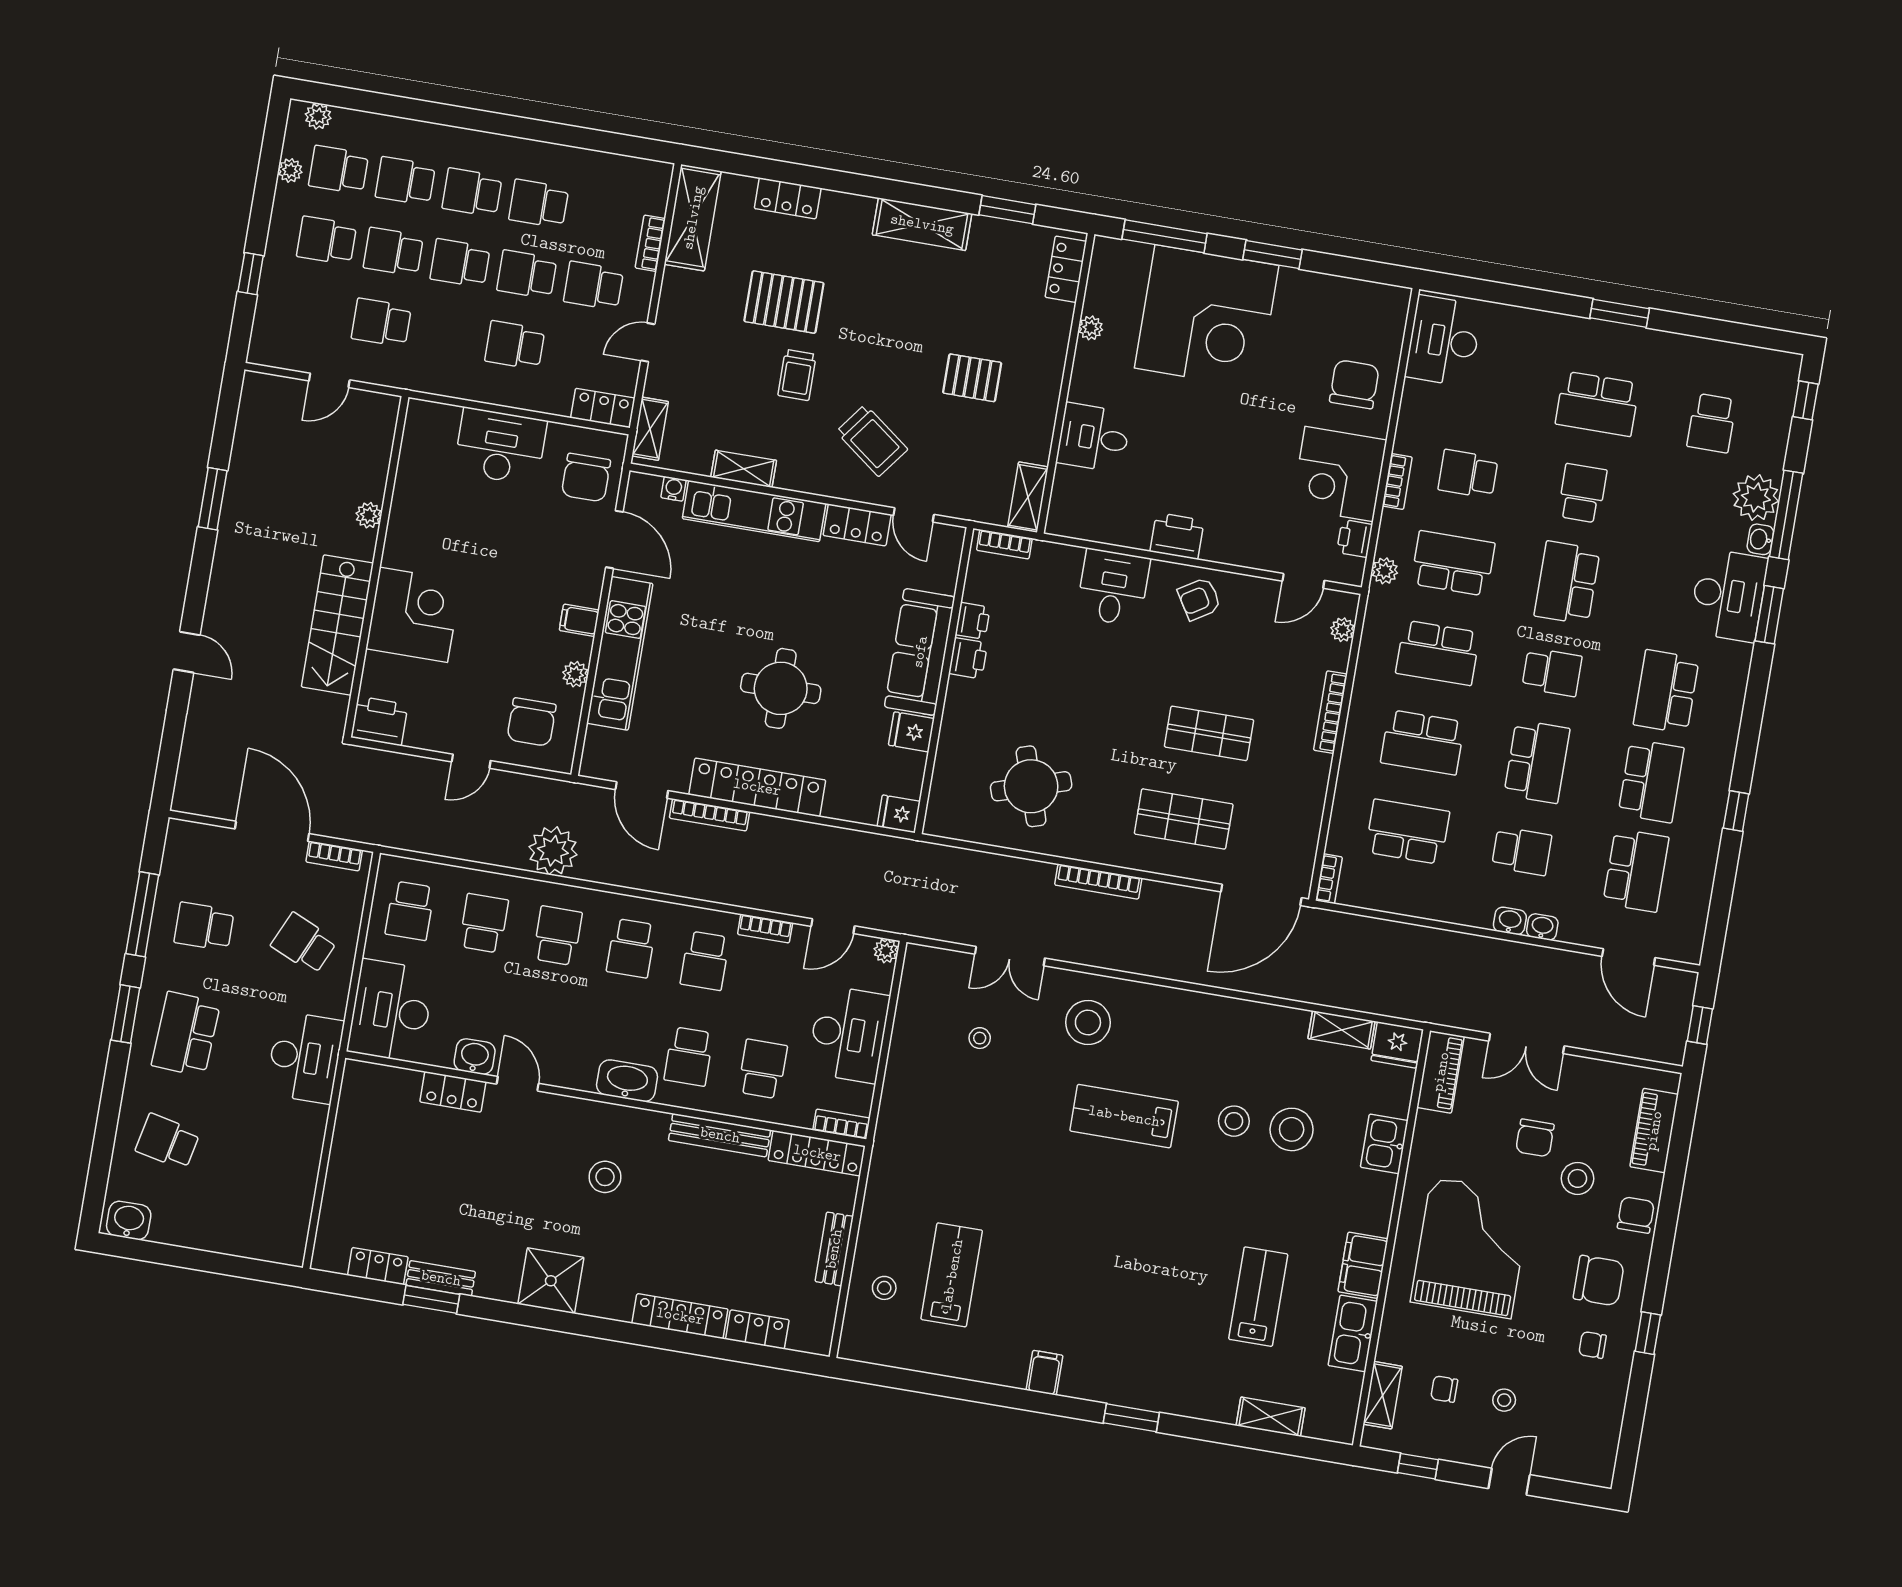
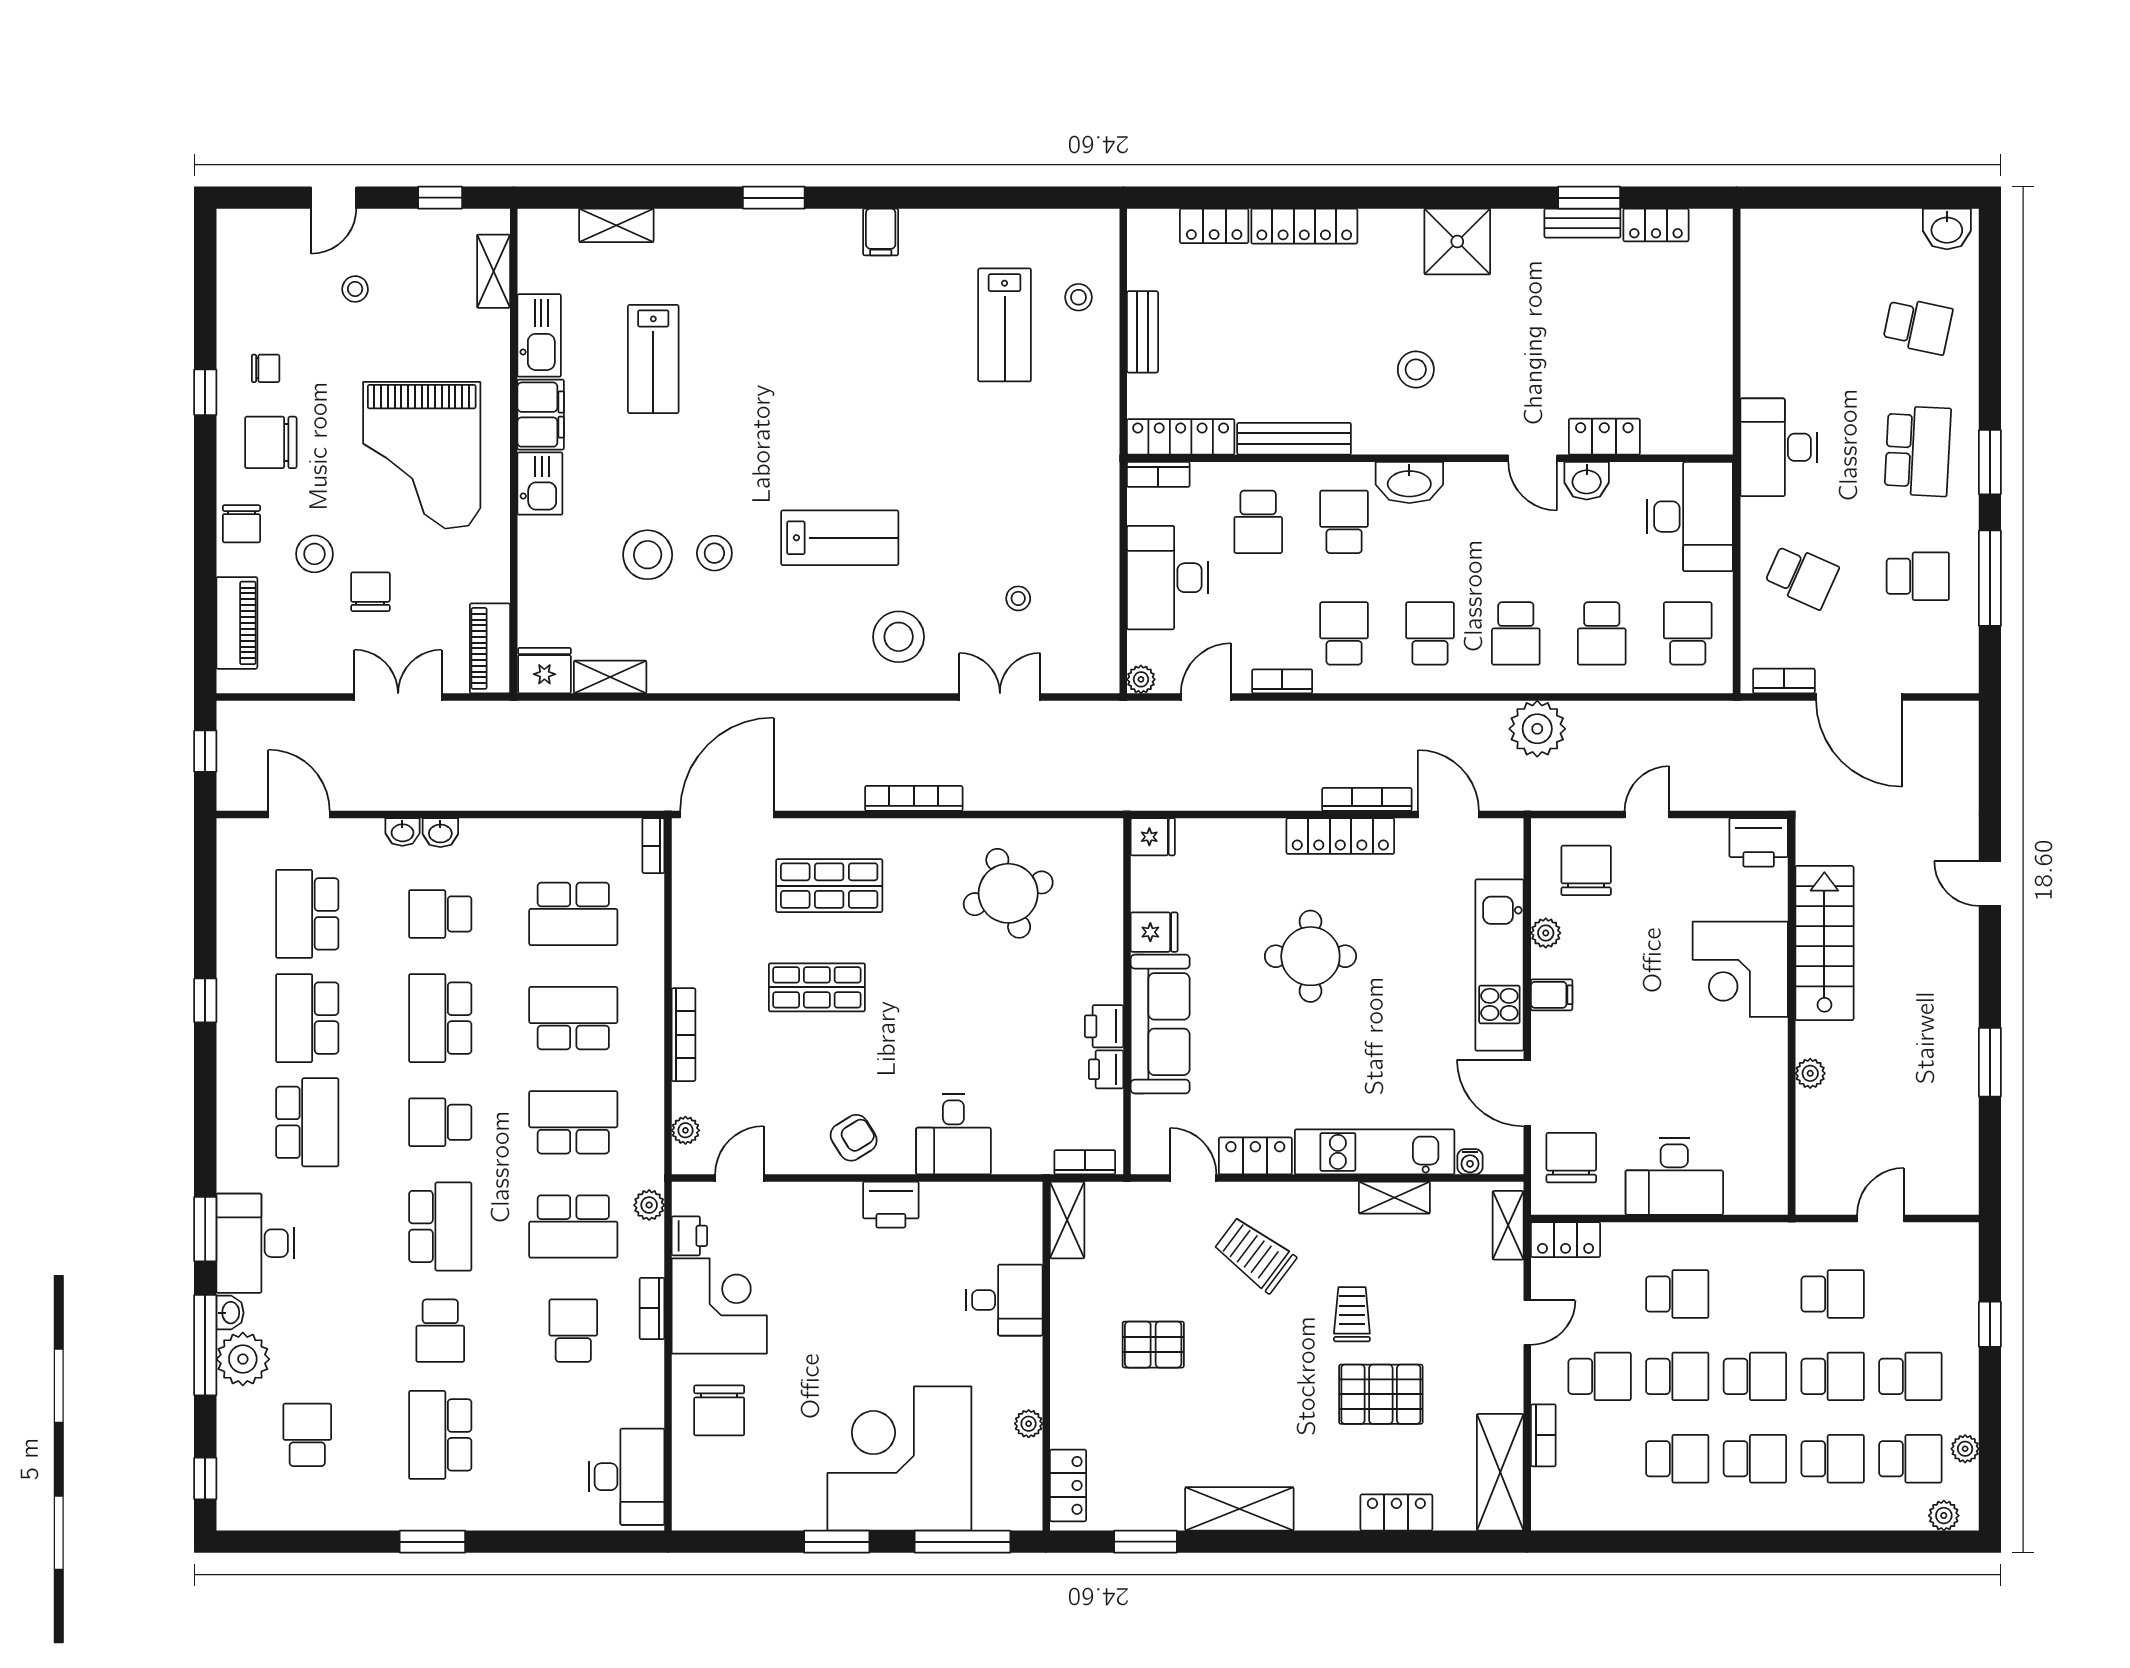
school desk: (1597, 404) -> (440, 1435), turned -90
school desk: (1468, 474) -> (573, 1331), turned -90
locker: (757, 787) -> (1340, 836), width x0.71, depth x0.83
kitchen sink: (1384, 1144) -> (540, 484), moved
chair: (1444, 1389) -> (425, 290), removed

